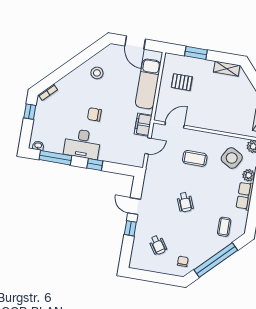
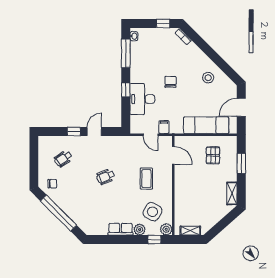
filing cabinet: (143, 125) -> (164, 127), width x0.50
desk: (82, 144) -> (142, 99), moved
coffee table: (224, 227) -> (90, 215), removed

